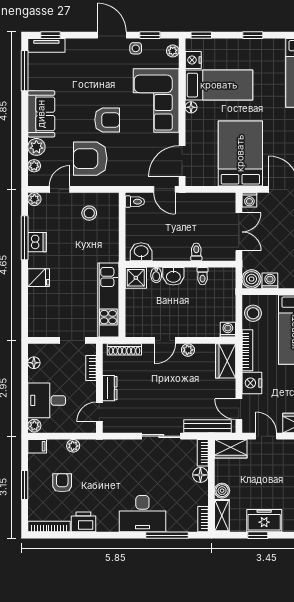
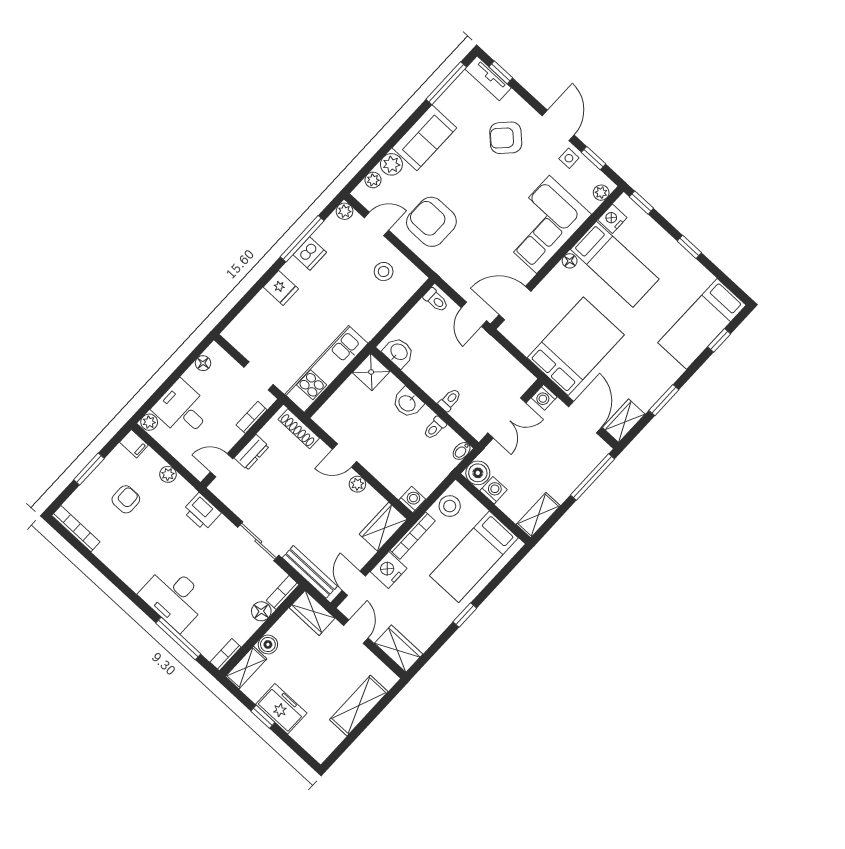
armchair: (107, 120) -> (506, 138), moved, turned 134
bidet: (156, 275) -> (462, 451), moved
printer: (83, 522) -> (202, 512), moved, turned 180

